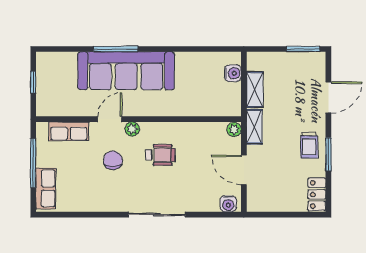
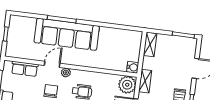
water cooler: (233, 73) -> (133, 67), moved
shelving: (255, 89) -> (150, 44), moved
plant: (234, 129) -> (127, 85), width x1.88, depth x1.88

